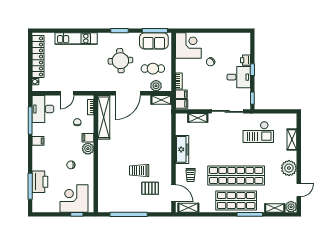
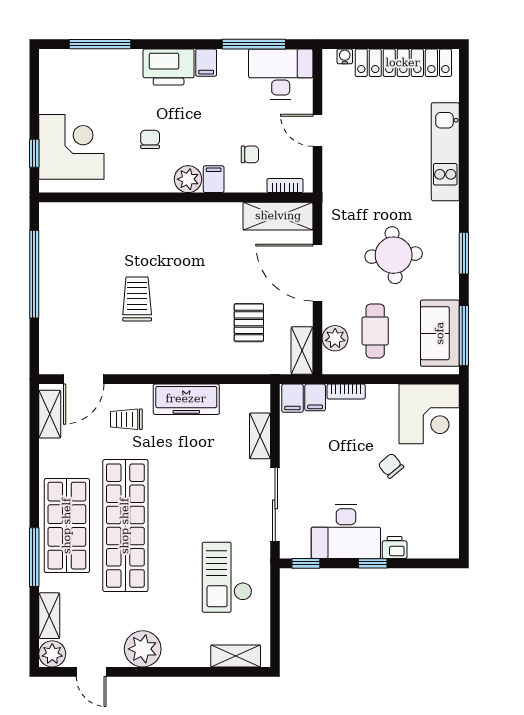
desk: (239, 77) -> (346, 531), width x1.37
shelving: (104, 117) -> (278, 216), width x0.68
shelving: (292, 140) -> (236, 656), moved
printer: (40, 182) -> (169, 67), moved
pallet: (150, 188) -> (249, 323), moved

